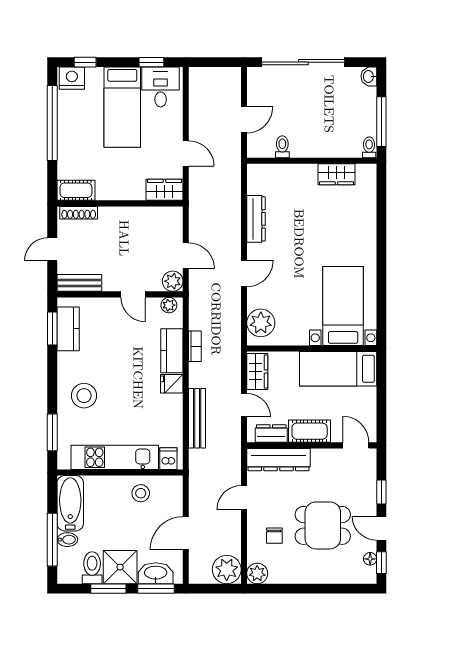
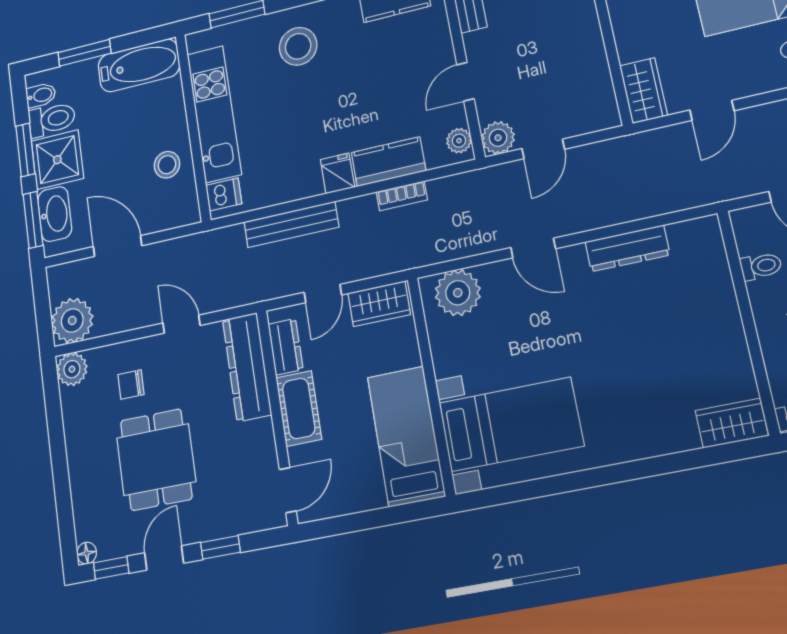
wardrobe: (336, 174) -> (732, 423), moved, turned 90
window: (52, 540) -> (84, 53), width x0.69
bidet: (67, 540) -> (41, 95), moved, turned -90
floor lamp: (370, 559) -> (87, 553), moved

